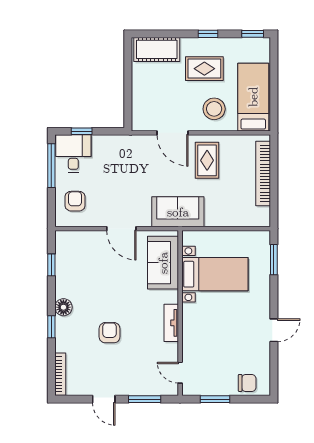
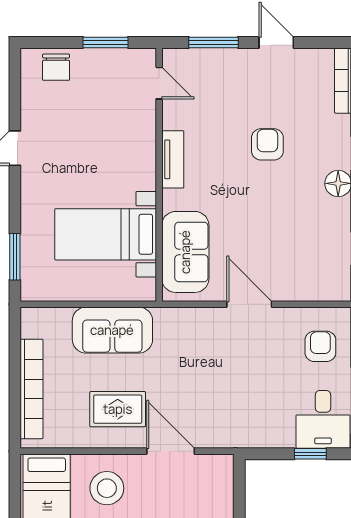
rug: (207, 160) -> (118, 409), turned 90
armchair: (75, 201) -> (320, 346), turned 180
sofa: (178, 212) -> (112, 330), moved
armchair: (110, 333) -> (267, 144), turned 180
chair: (247, 383) -> (56, 67), turned -90

